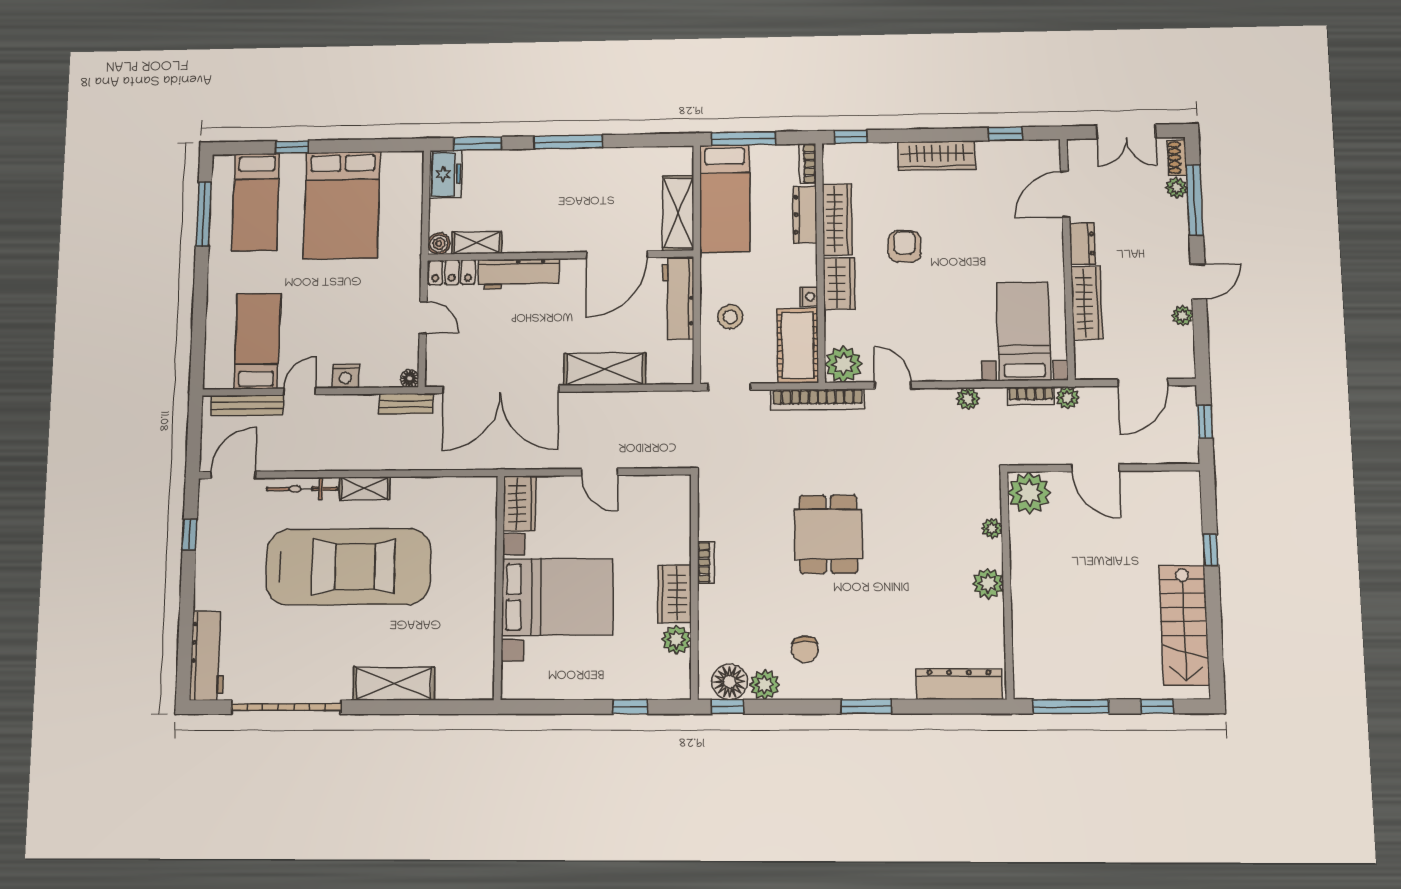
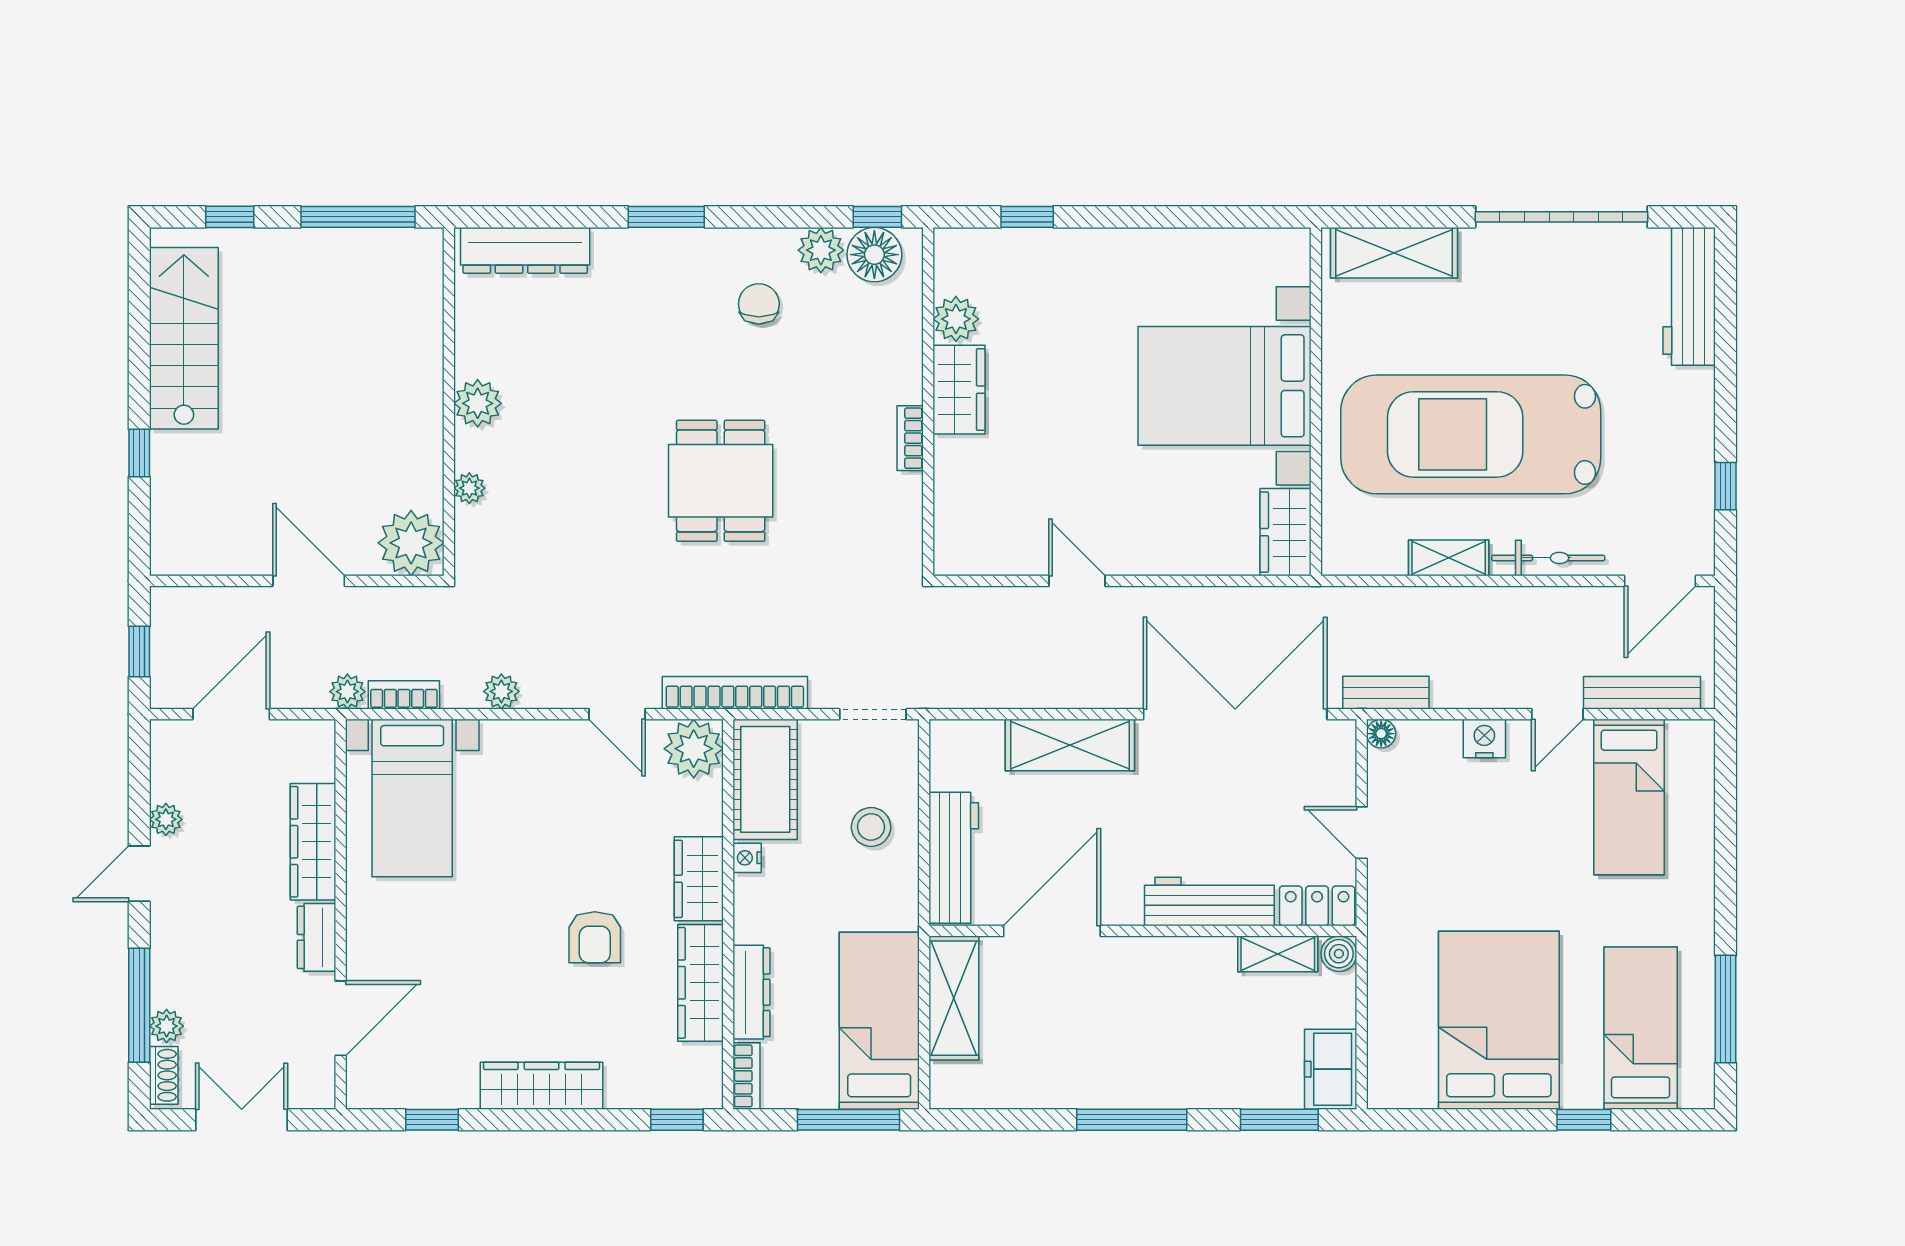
wardrobe: (520, 503) -> (1285, 532), moved
wall: (499, 587) -> (1316, 402), moved
bed with nightstands: (557, 597) -> (1224, 386), moved

